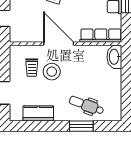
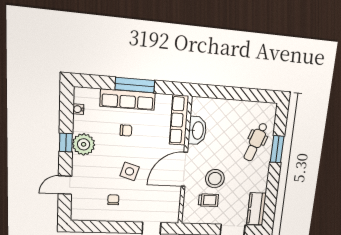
washbasin: (114, 57) -> (197, 130), moved, turned -90
kitchen counter: (38, 113) -> (256, 209), moved

